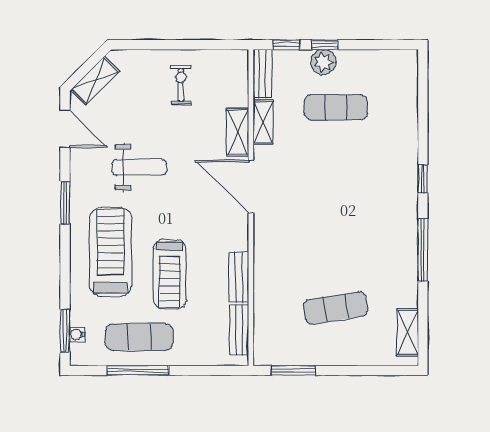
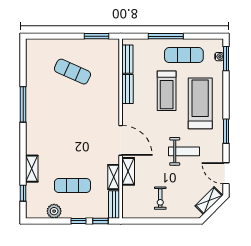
plant: (323, 62) -> (54, 211), moved
weight bench: (139, 167) -> (184, 151), turned 180
window: (423, 179) -> (23, 193), moved
treadmill: (111, 252) -> (200, 103), turned 180
treadmill: (170, 274) -> (167, 91), turned 180
exercise mat: (336, 308) -> (72, 72), turned 33
shelving: (408, 332) -> (32, 169), moved
window: (138, 370) -> (166, 36), moved

